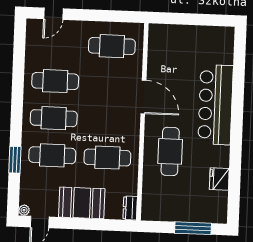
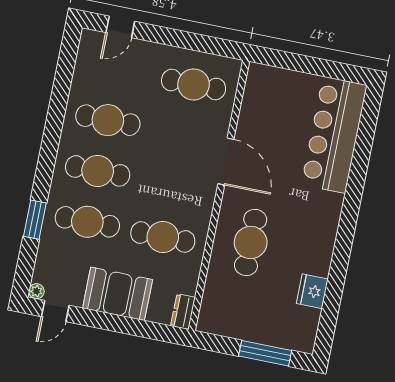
bar counter: (216, 105) -> (334, 135), moved

